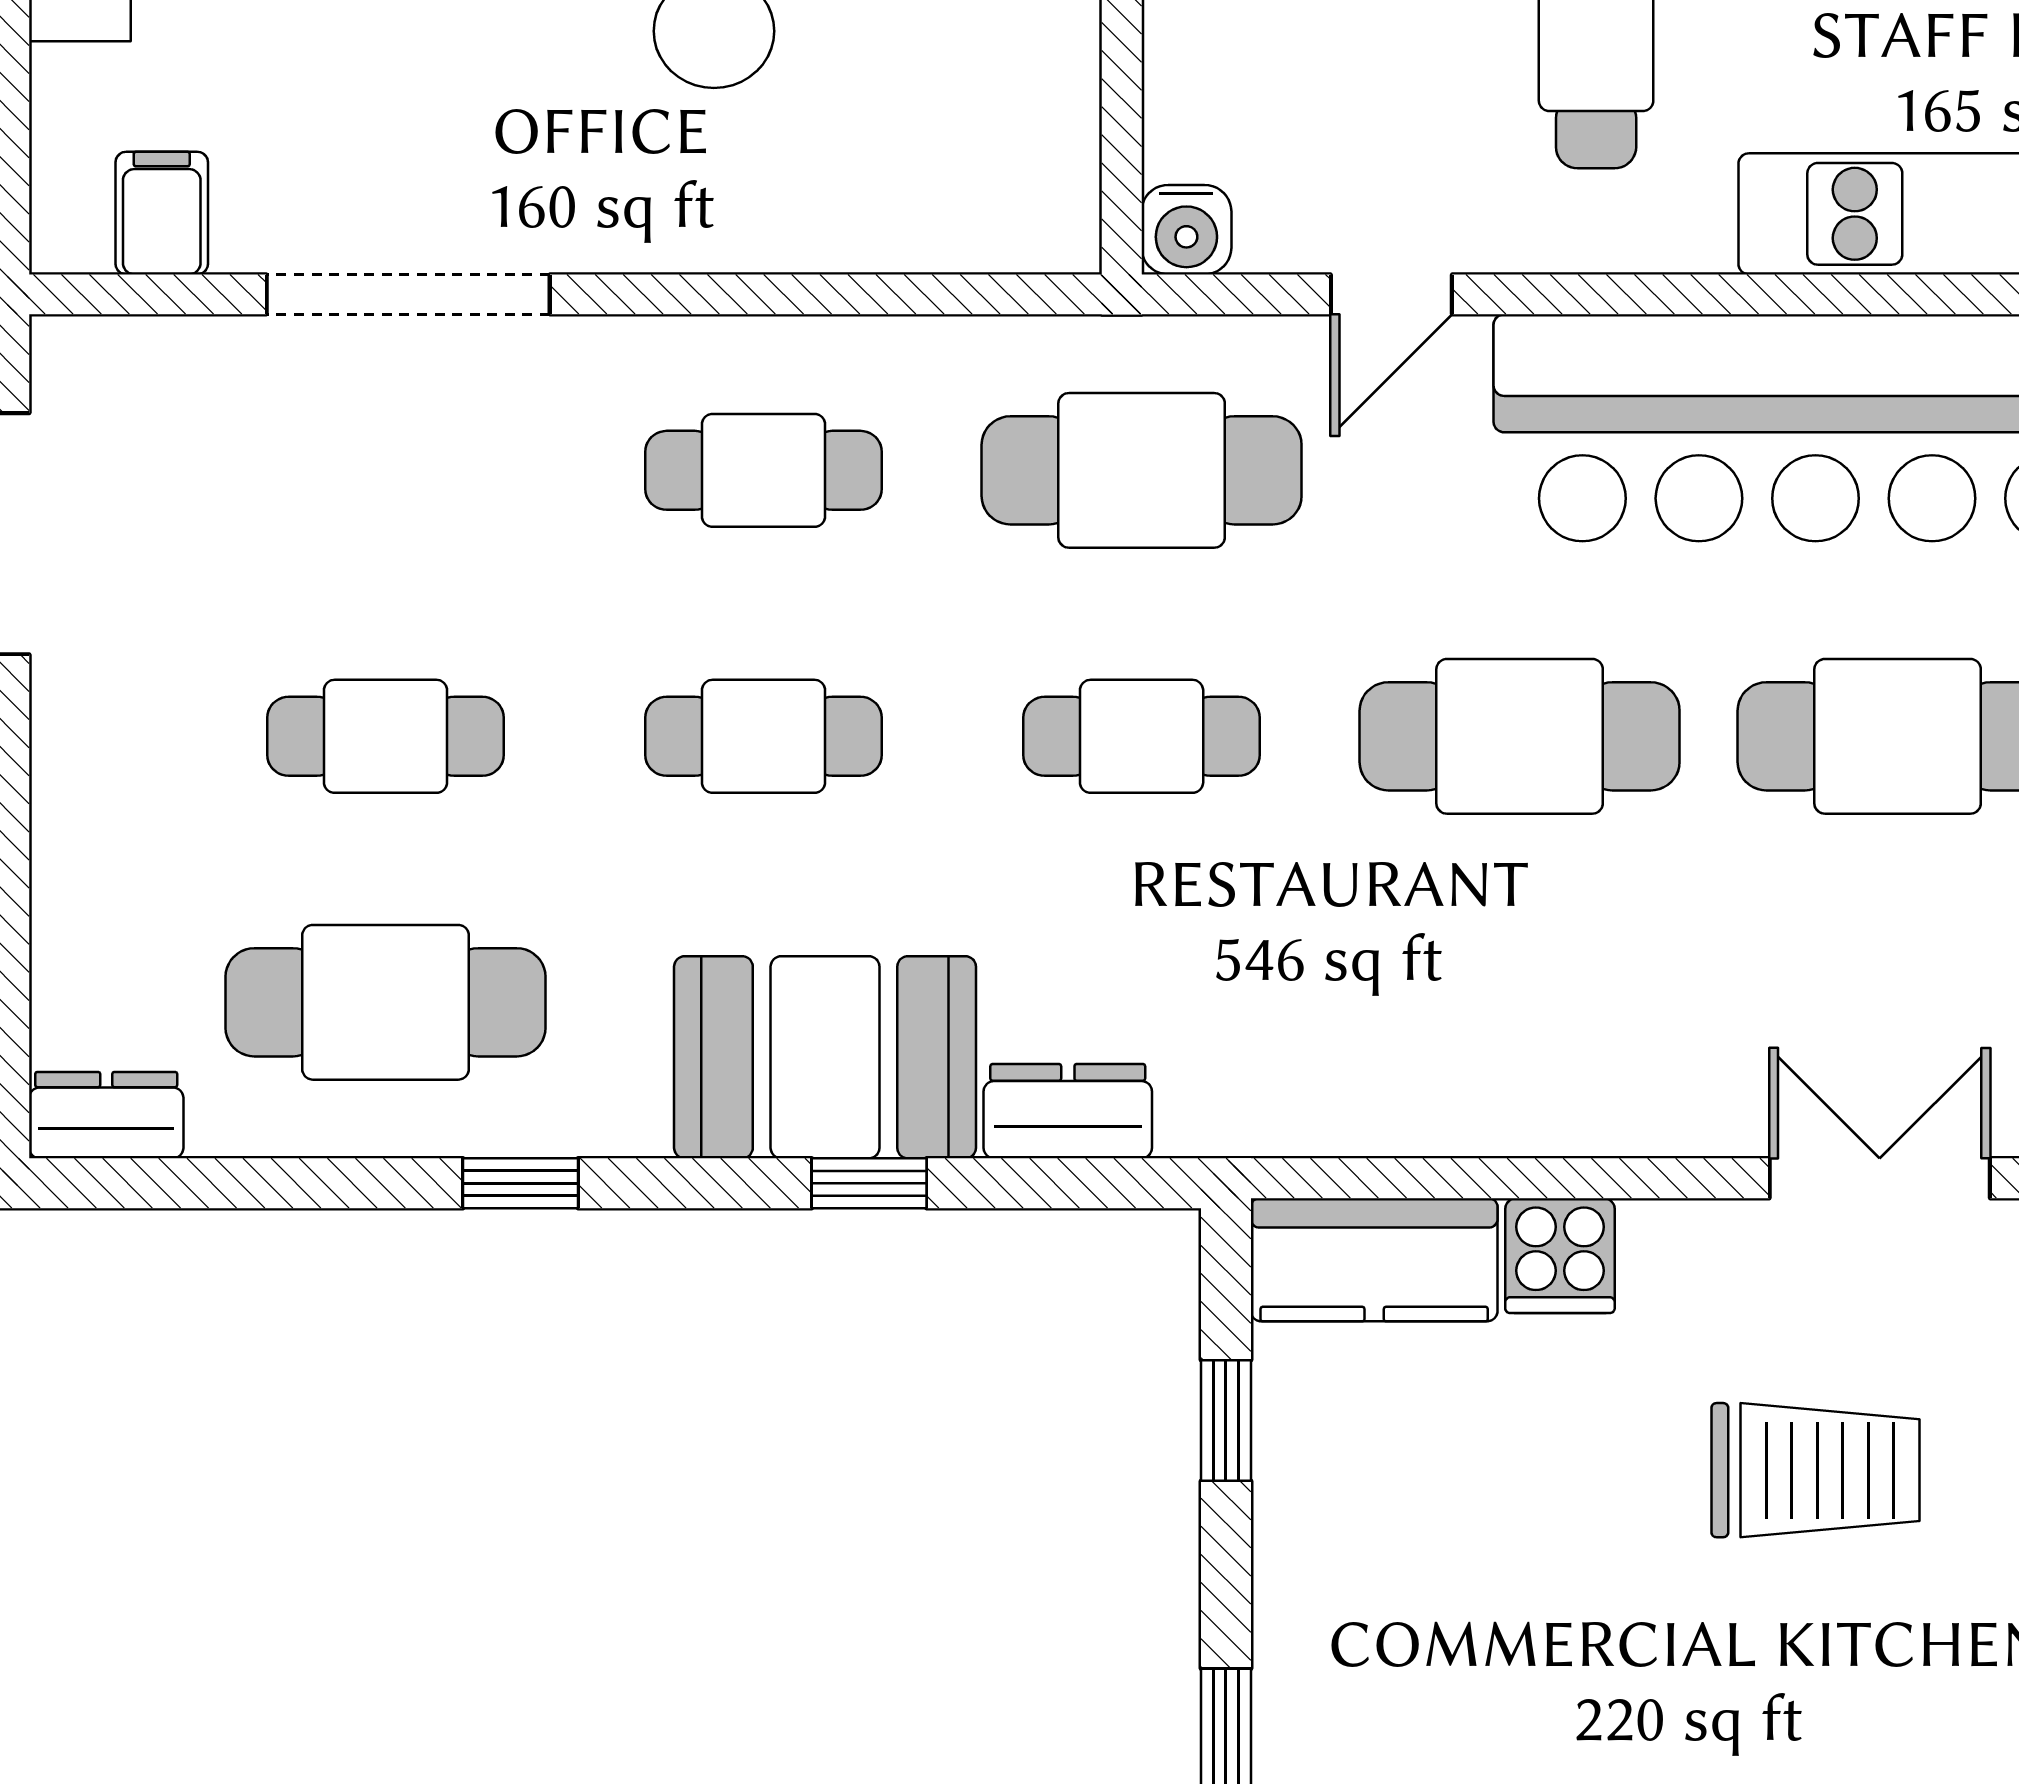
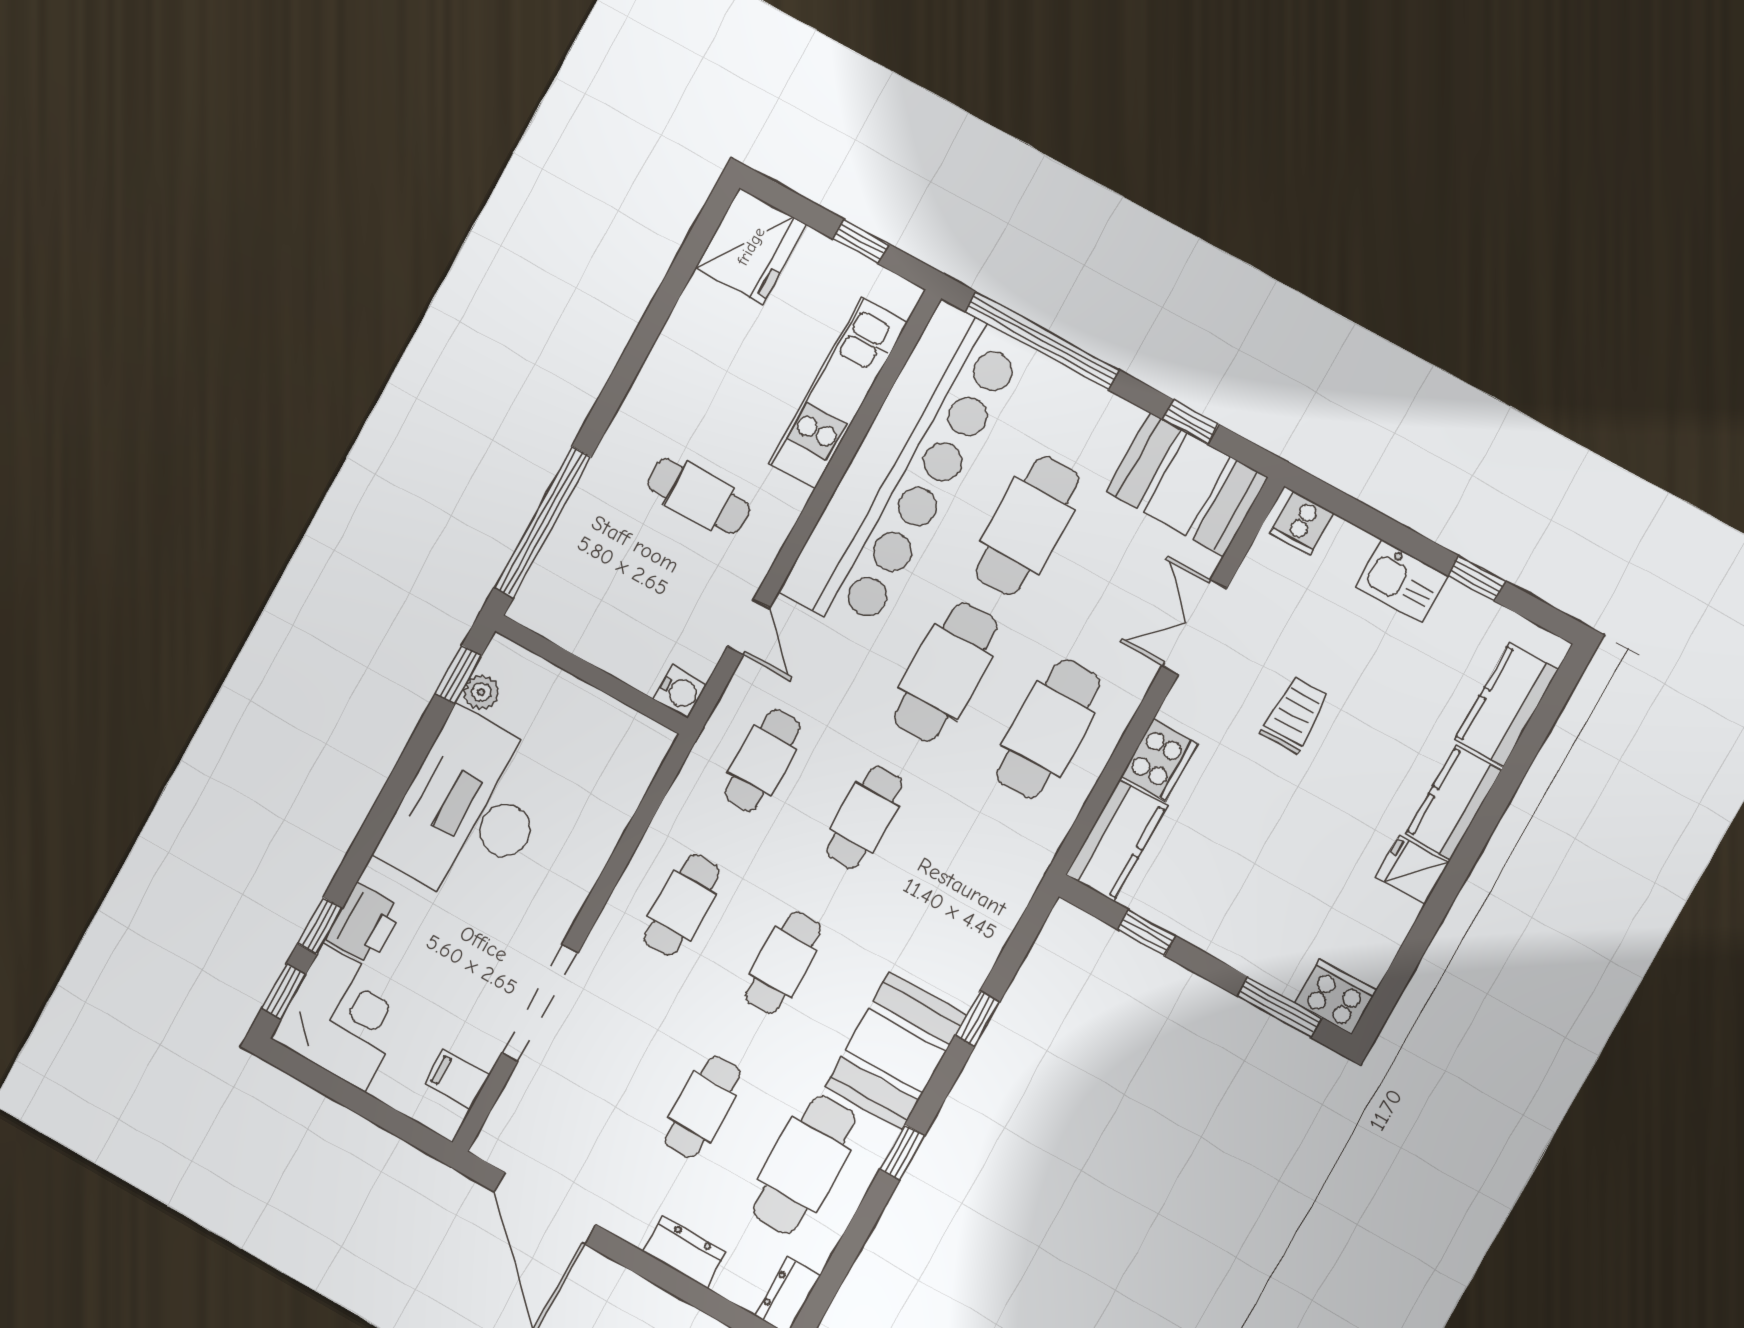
cafe table: (1142, 470) -> (762, 760), width x0.73, depth x0.74
cafe table: (1520, 1002) -> (1048, 729), added
booth: (825, 1057) -> (895, 1051), moved
dresser: (1068, 1111) -> (685, 1252), moved, turned 90
cooker: (1560, 1256) -> (1159, 760), width x1.36
trolley: (1815, 1470) -> (1294, 715), width x0.73, depth x0.72

